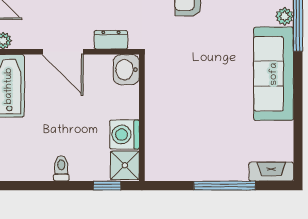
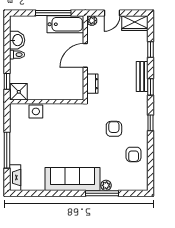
washbasin: (126, 70) -> (17, 40), moved, turned 90
washing machine: (124, 134) -> (37, 92), removed
side table: (158, 136) -> (36, 111), added

